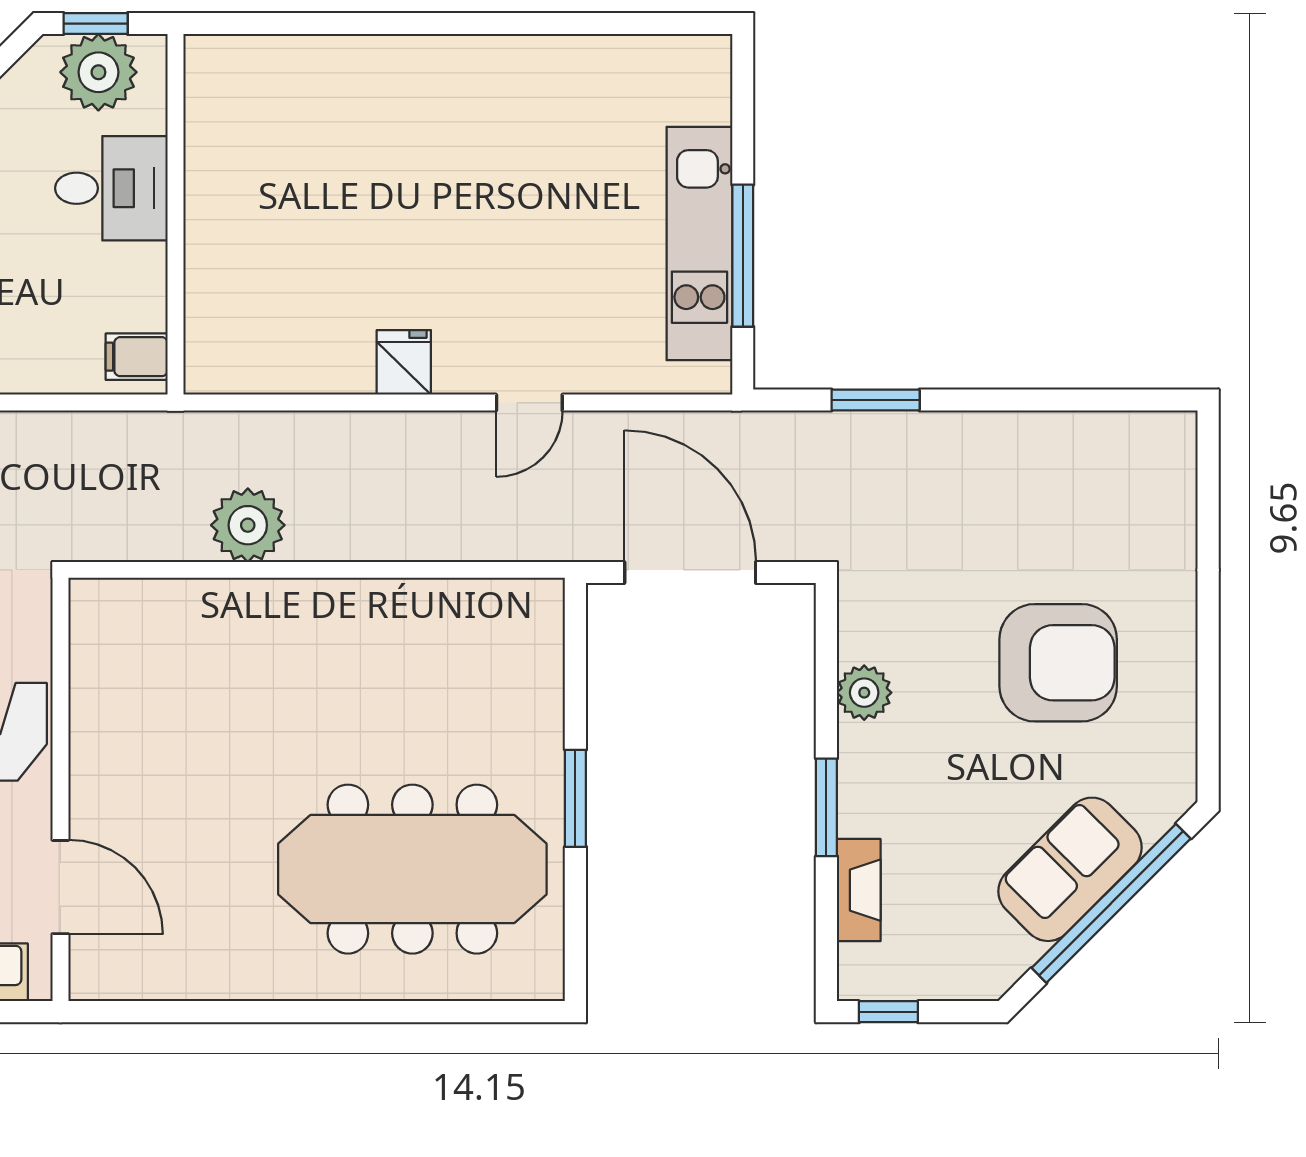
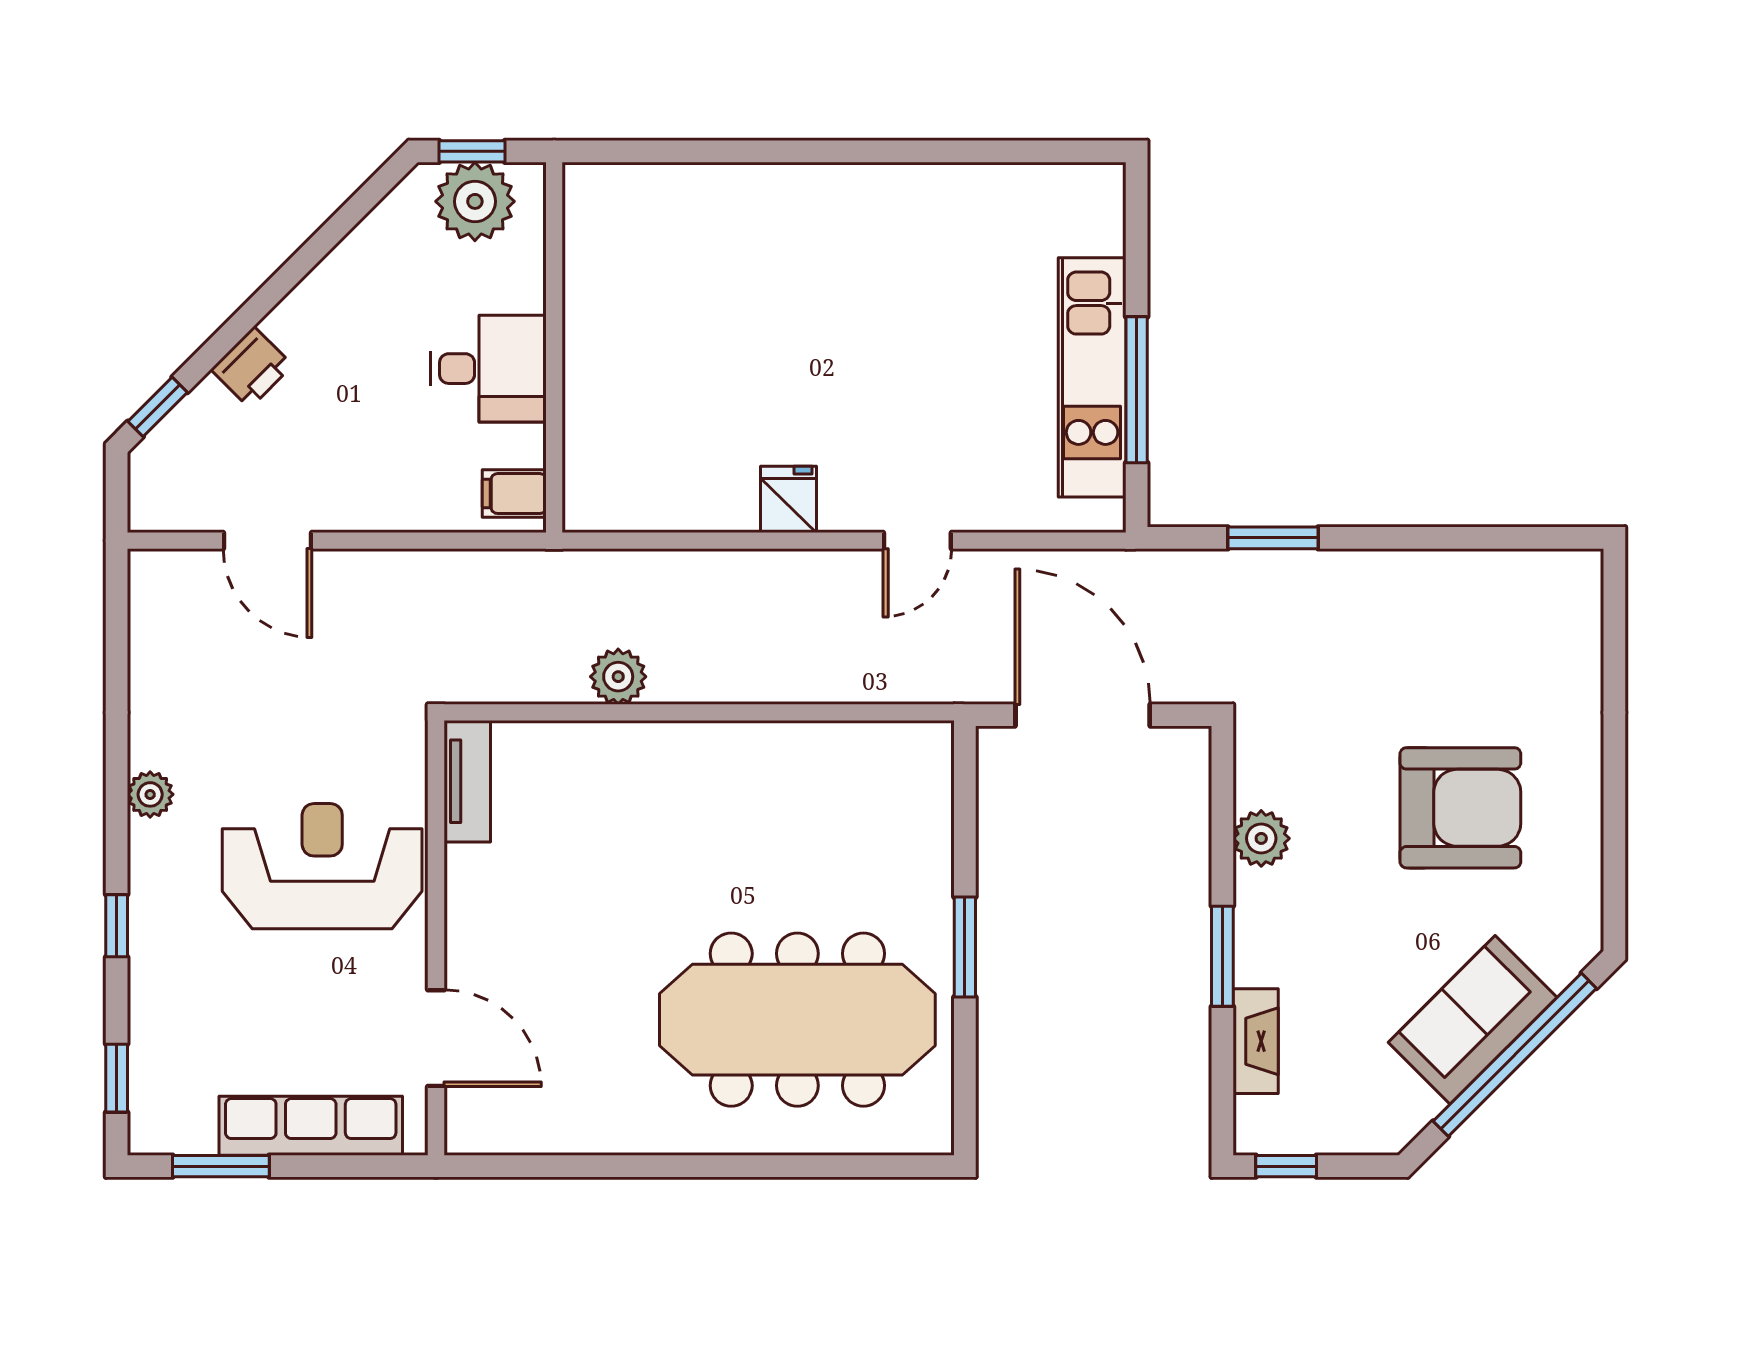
desk: (111, 188) -> (488, 369), moved
plant: (248, 525) -> (618, 677), width x0.73, depth x0.73
tv unit: (91, 637) -> (467, 781), added

